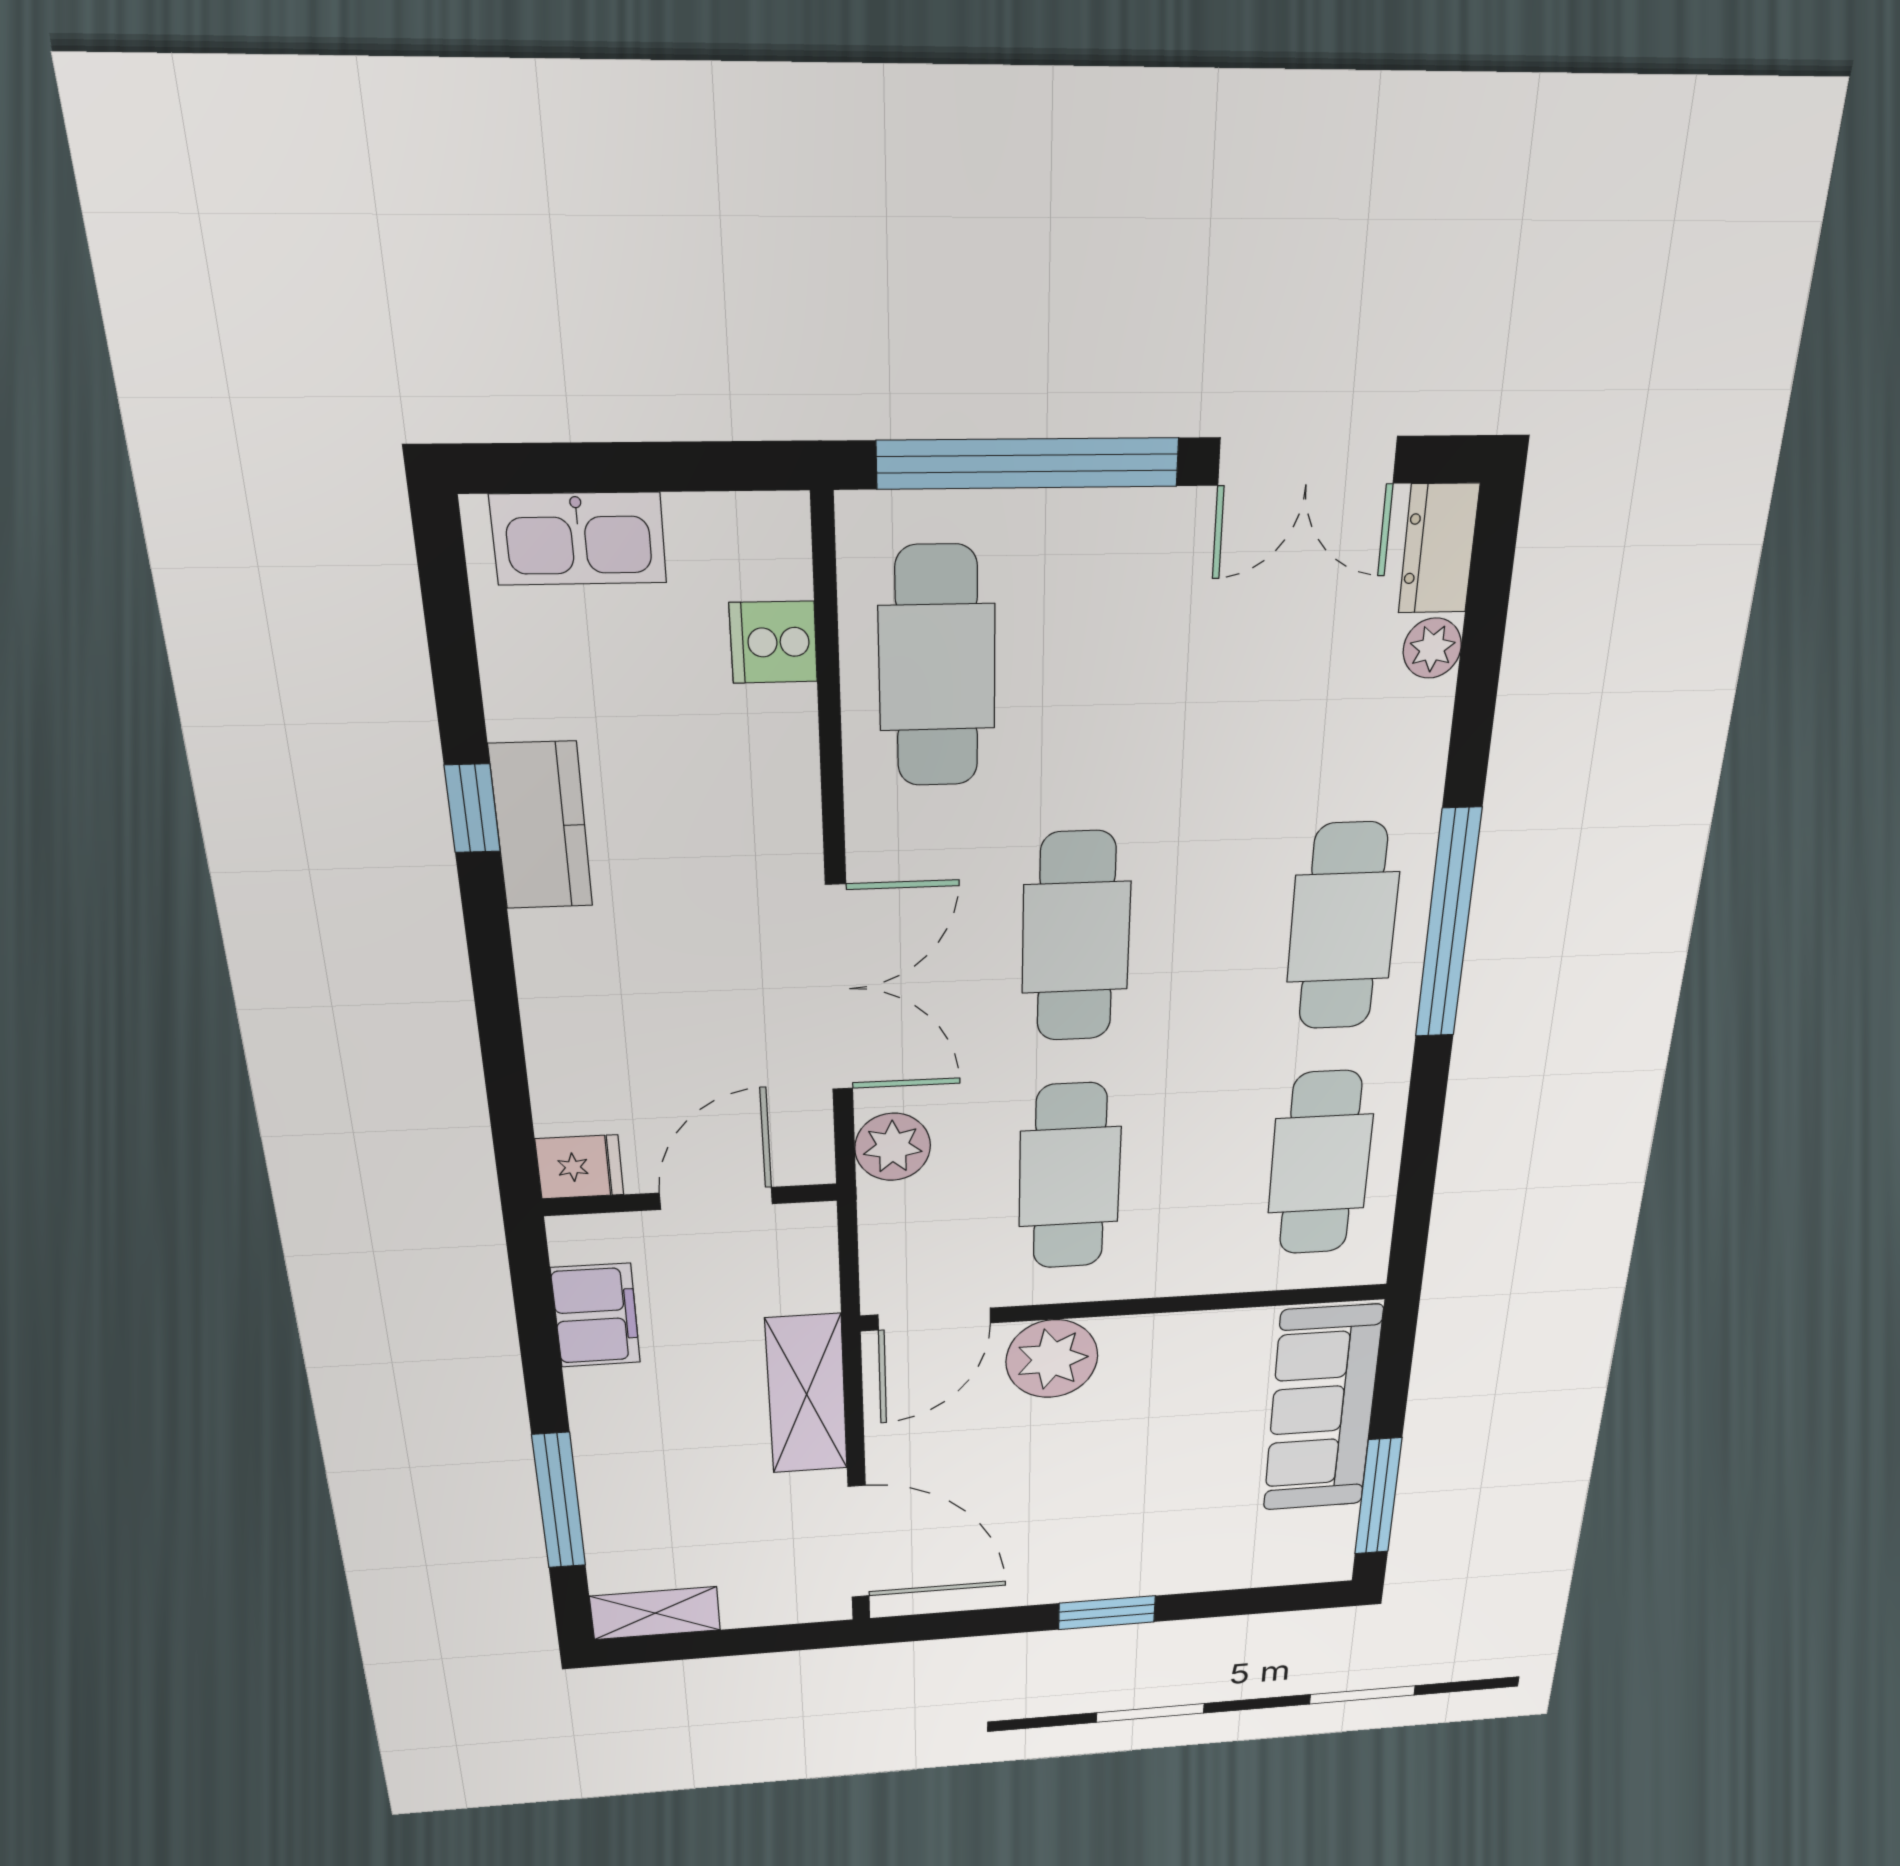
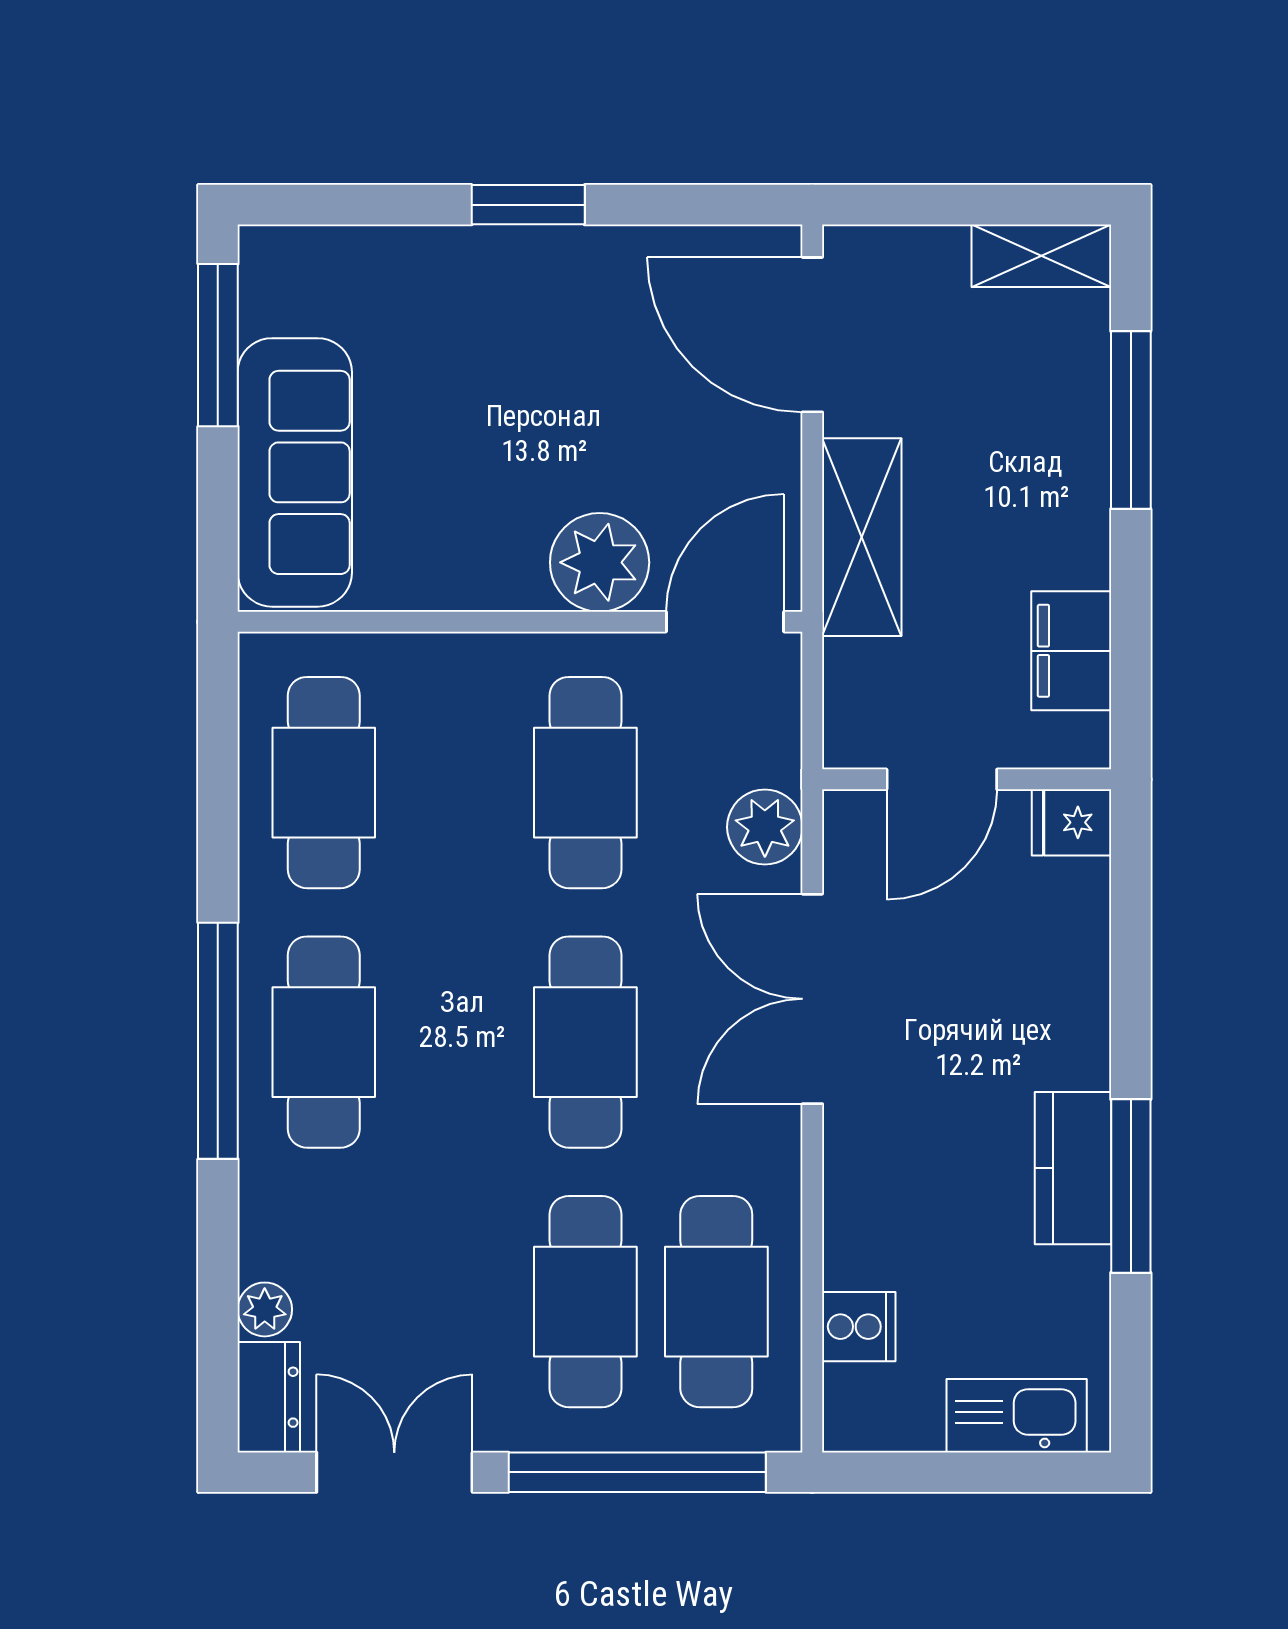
cafe table: (1083, 664) -> (585, 1302), added
window: (472, 809) -> (1131, 1186), width x2.17

